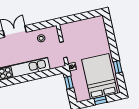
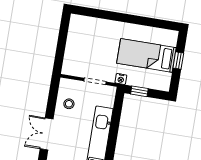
window: (118, 67) -> (145, 21), removed
bed: (100, 76) -> (146, 55), width x0.67

